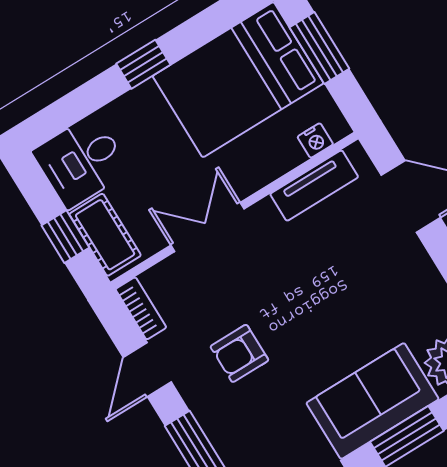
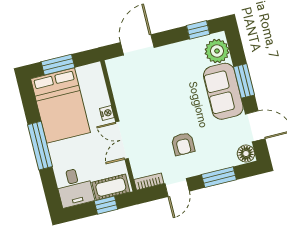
window: (143, 64) -> (40, 146), width x2.17
nightstand: (315, 141) -> (107, 113), moved
tv unit: (314, 186) -> (119, 87), removed
door: (147, 370) -> (177, 187), hinge flipped

